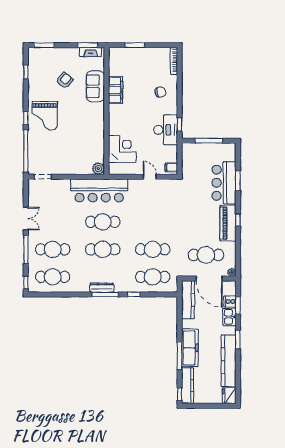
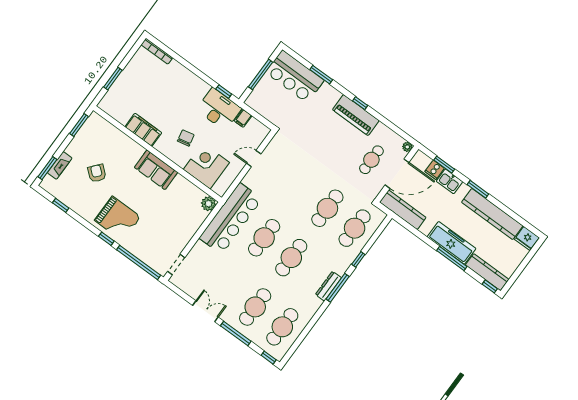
fireplace: (91, 52) -> (60, 165), moved
sofa: (95, 86) -> (156, 170), moved
chair: (160, 92) -> (186, 138), moved
filing cabinet: (171, 167) -> (243, 118), moved
bar counter: (224, 183) -> (295, 76), moved
cafe table: (206, 255) -> (371, 160), width x0.73, depth x0.74

